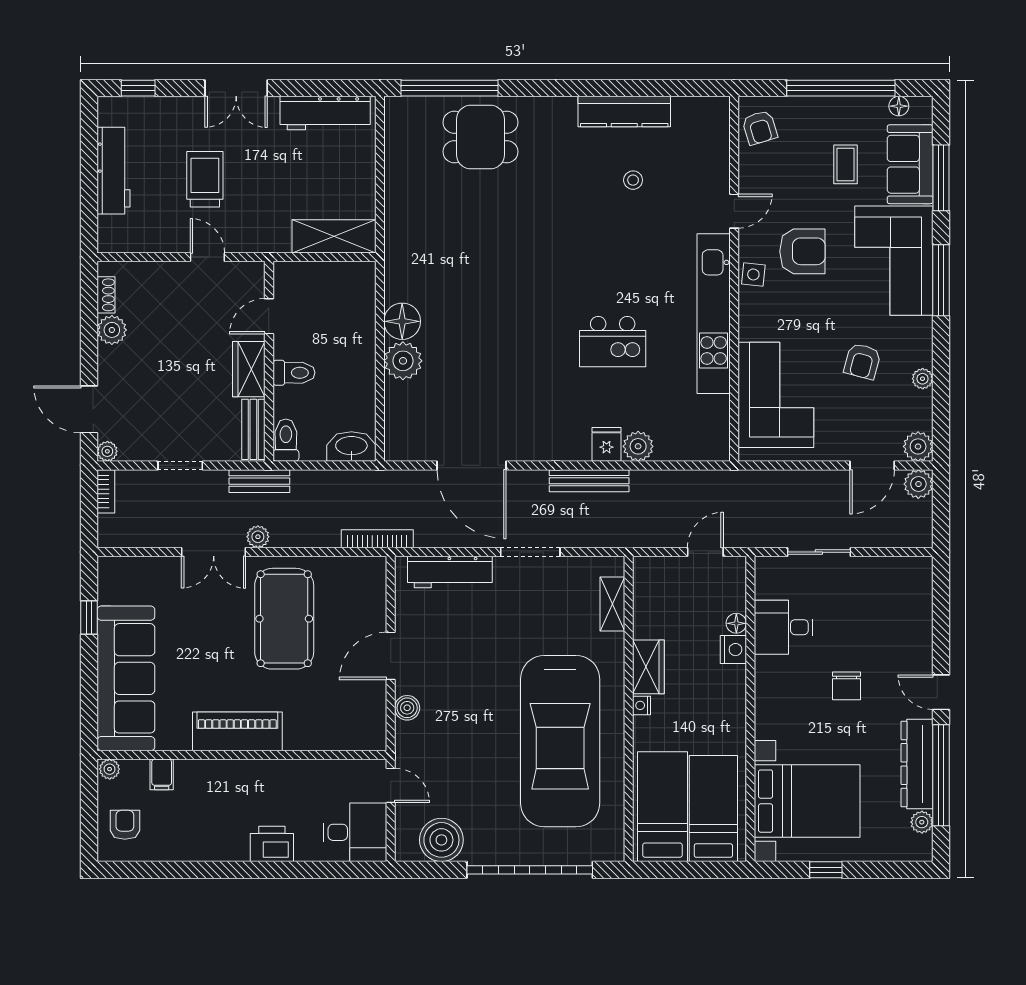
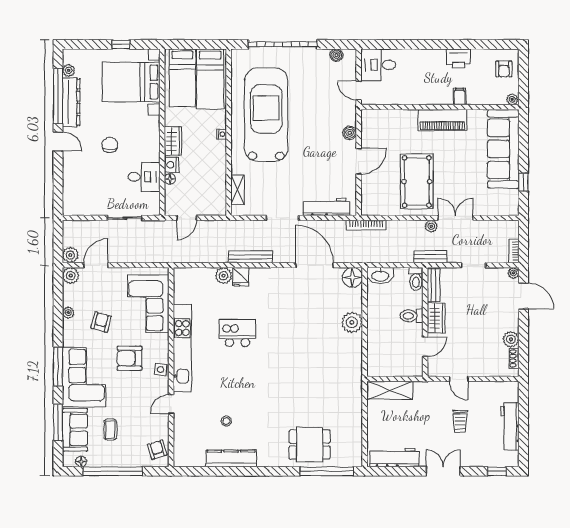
trolley: (205, 179) -> (460, 422), width x0.73, depth x0.72
armchair: (802, 251) -> (129, 358), moved
floor lamp: (402, 321) -> (352, 277), moved
wardrobe: (648, 667) -> (173, 141), moved, turned 180
filing cabinet: (162, 774) -> (460, 97), moved
boiler: (441, 840) -> (336, 55), width x0.54, depth x0.54
printer: (272, 844) -> (458, 58), moved

